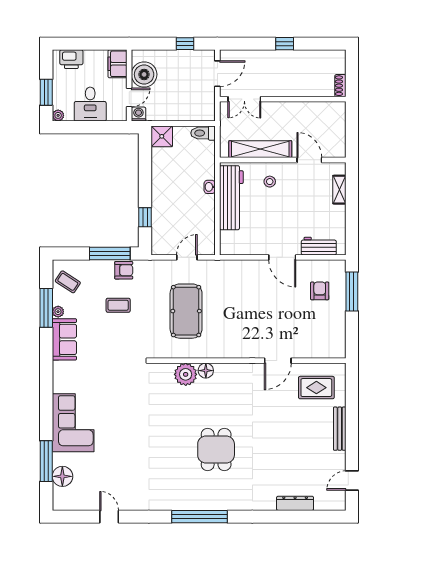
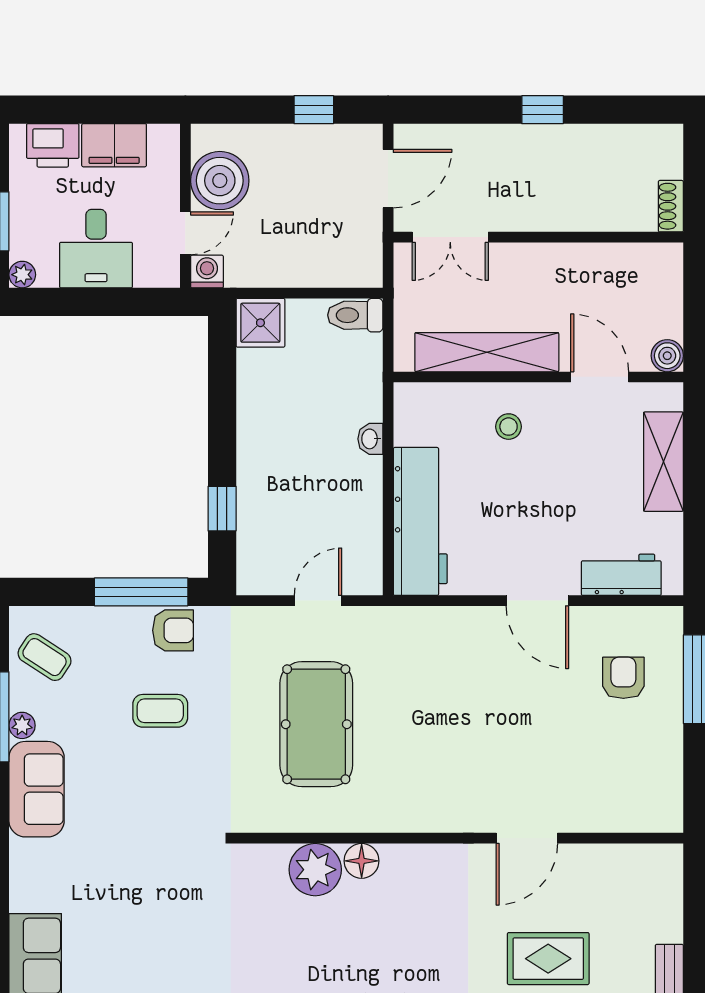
filing cabinet: (117, 64) -> (114, 145), moved, turned -90
boiler: (339, 151) -> (667, 356), added
shelving: (339, 190) -> (663, 462), width x1.50, depth x1.33
workbench: (231, 198) -> (420, 521), moved
rug: (316, 388) -> (548, 959), moved

